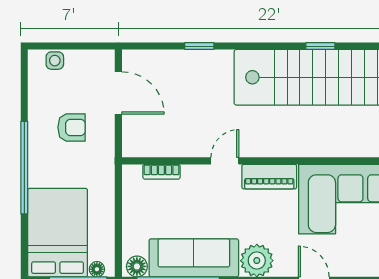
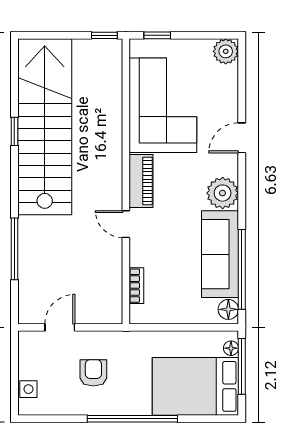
window: (199, 46) -> (14, 249), width x2.17
door: (118, 93) -> (60, 327), width x0.73

